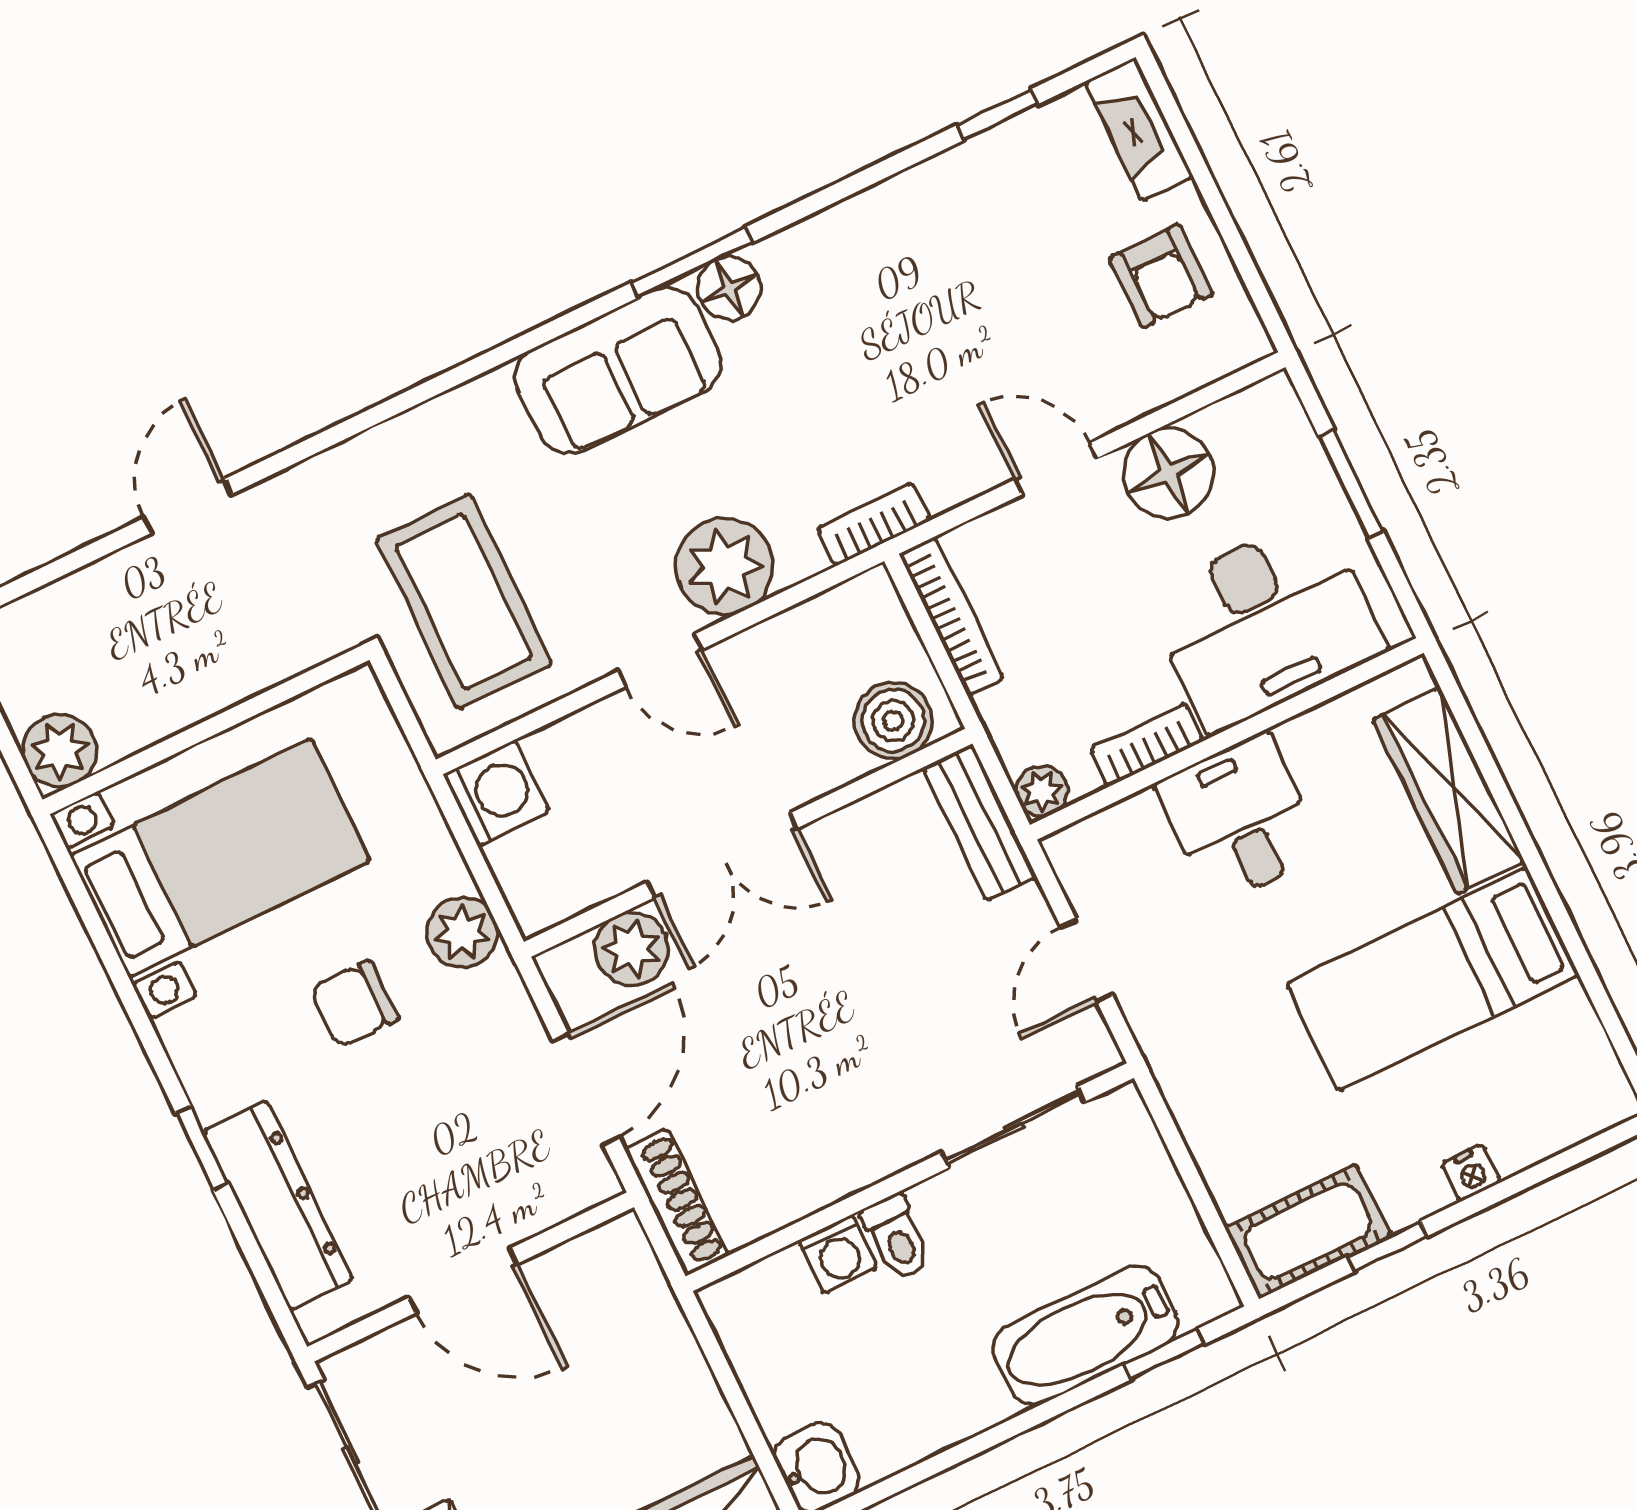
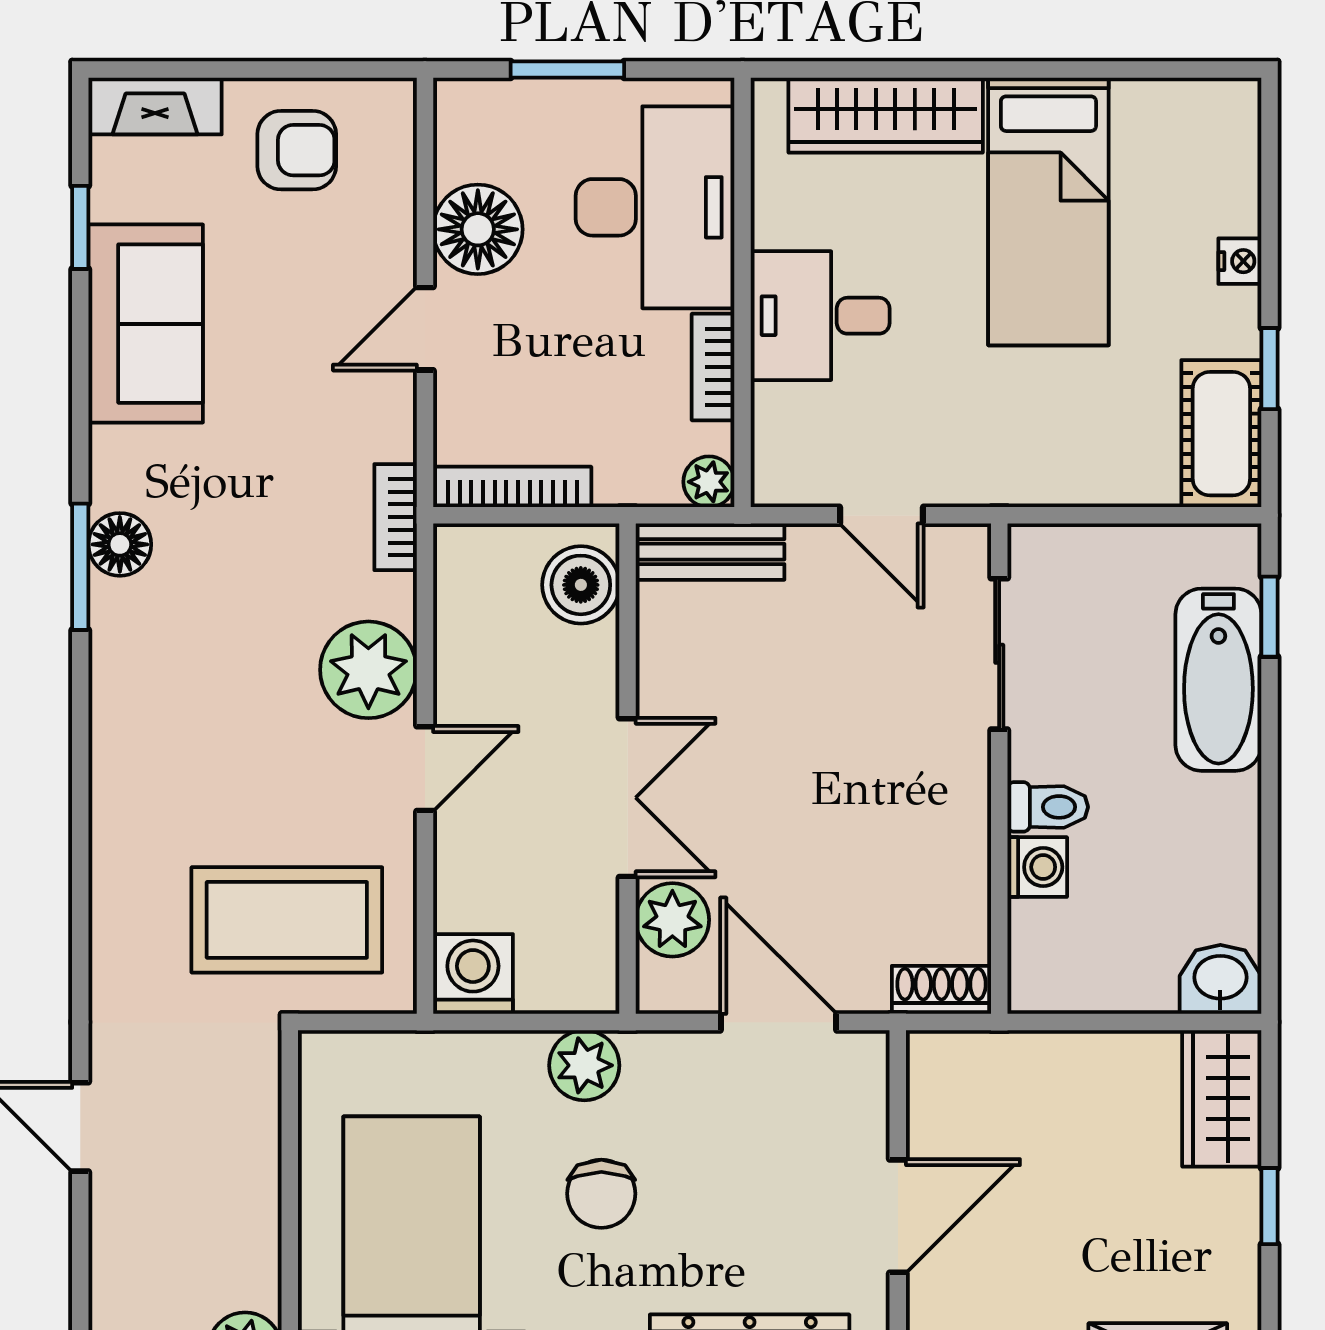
sofa: (618, 371) -> (146, 324), moved
shoe rack: (676, 1202) -> (941, 990), width x0.70

